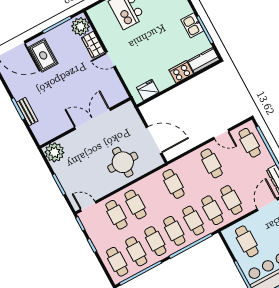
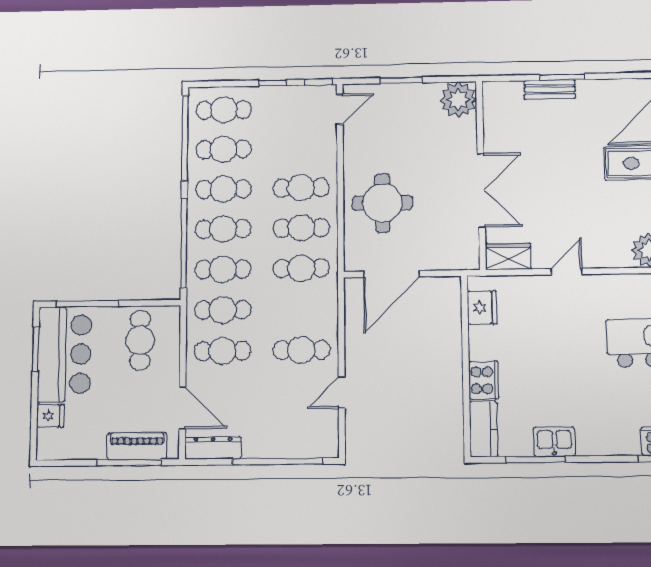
wardrobe: (93, 45) -> (508, 257), moved
cafe table: (250, 143) -> (302, 433), removed
cafe table: (116, 215) -> (301, 228), moved
cafe table: (247, 241) -> (140, 340), turned 90

